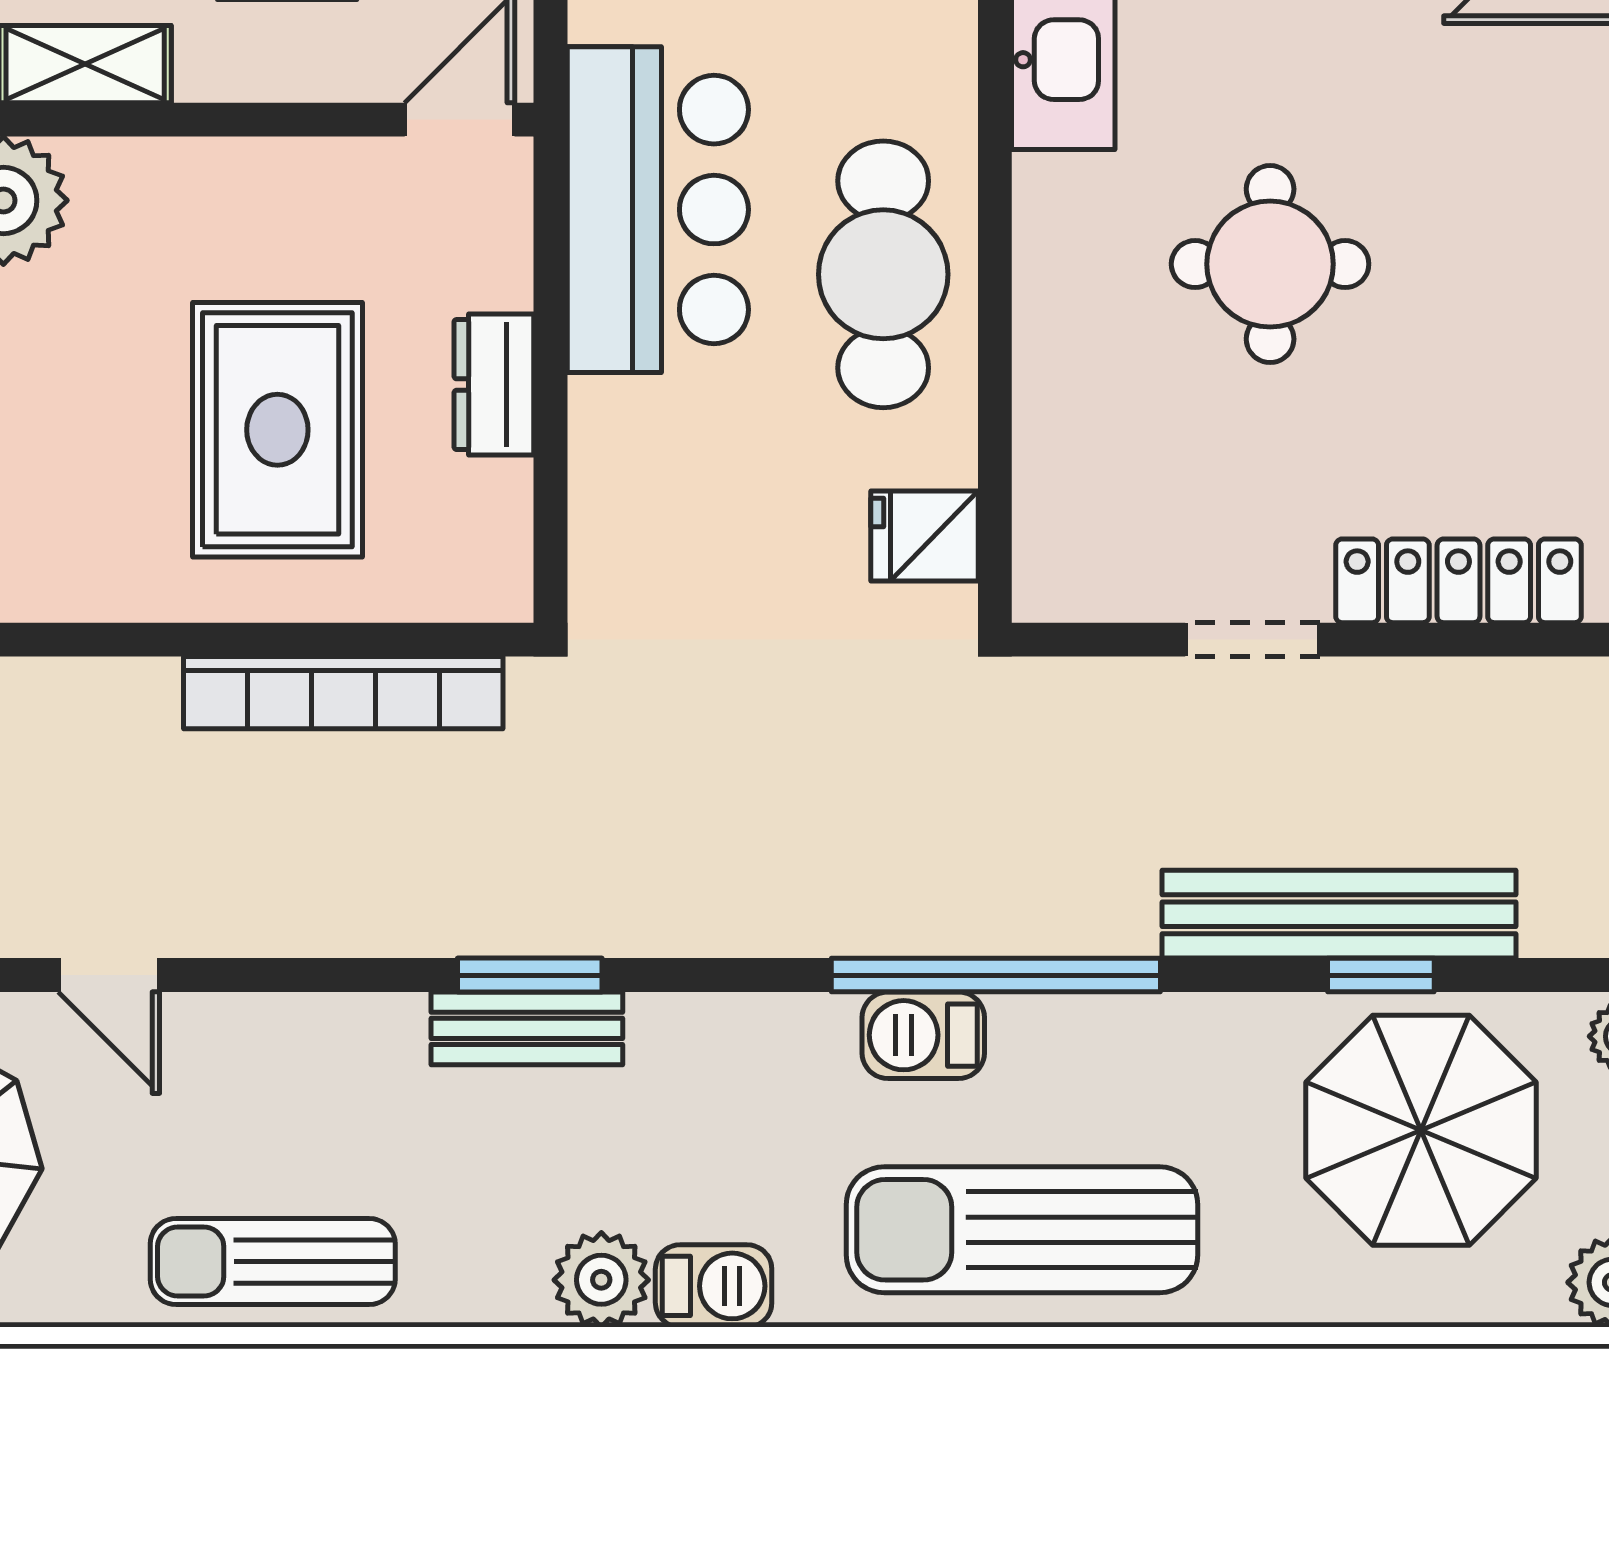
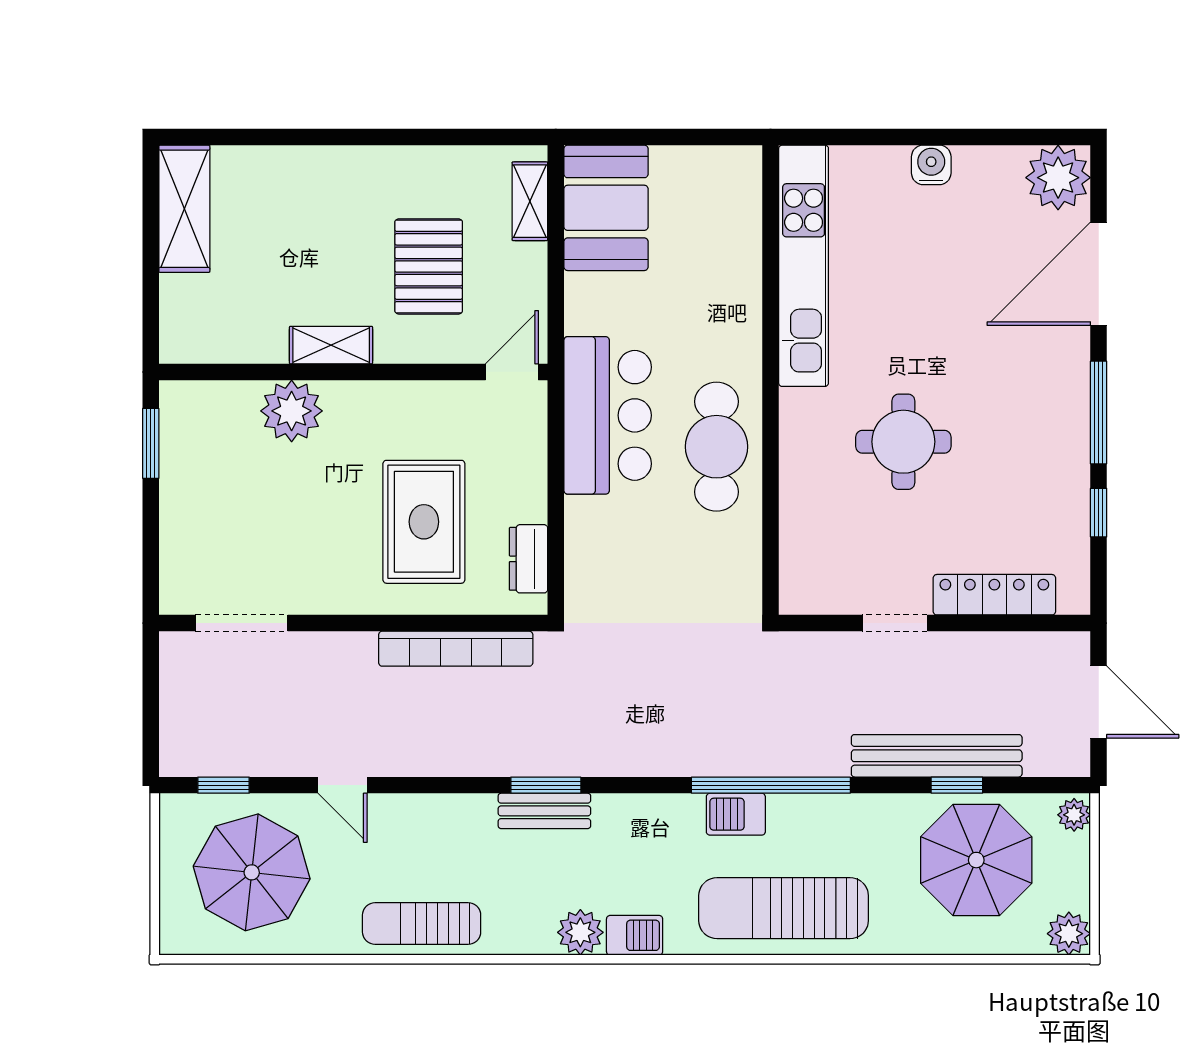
dresser: (494, 385) -> (528, 559), moved
fridge: (925, 536) -> (736, 573), removed

